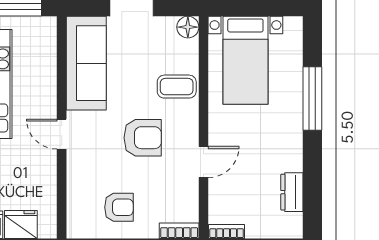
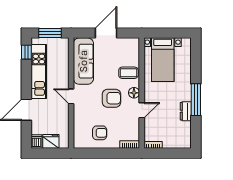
floor lamp: (188, 27) -> (134, 93), moved
window: (312, 98) -> (196, 100), moved
dresser: (292, 192) -> (186, 111), moved

